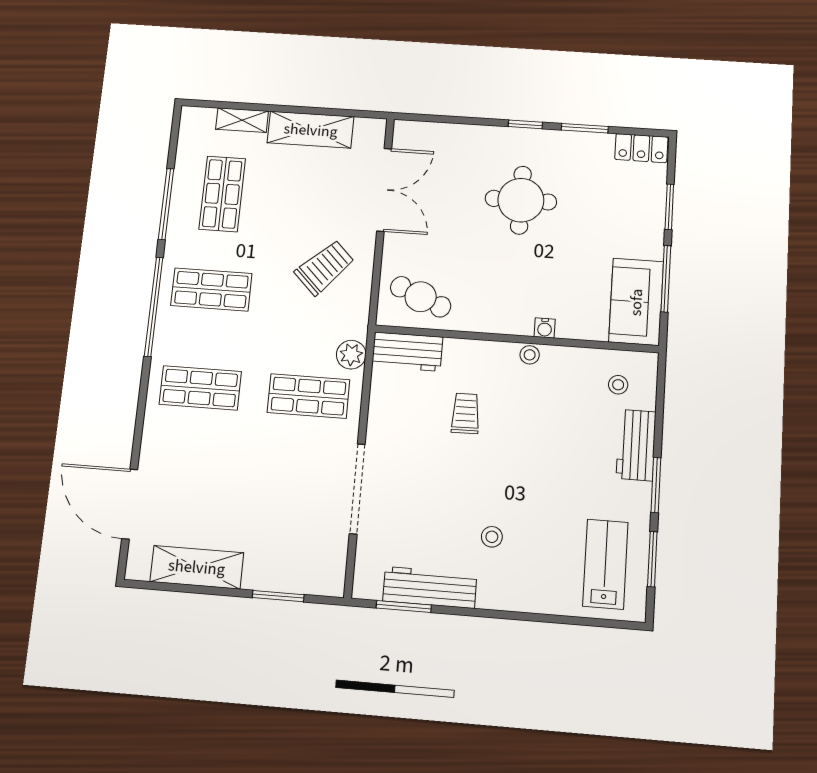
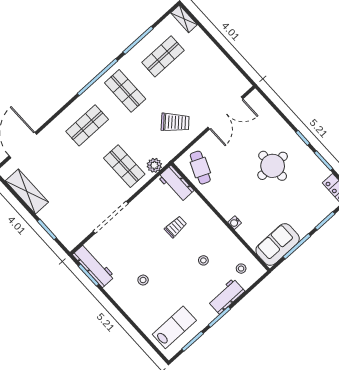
shelving: (242, 120) -> (184, 19), moved
shelving: (311, 130) -> (220, 62), removed
stool: (530, 355) -> (203, 260), moved
shop shelf: (200, 388) -> (87, 125), turned 90
workbench: (430, 587) -> (94, 266), moved

